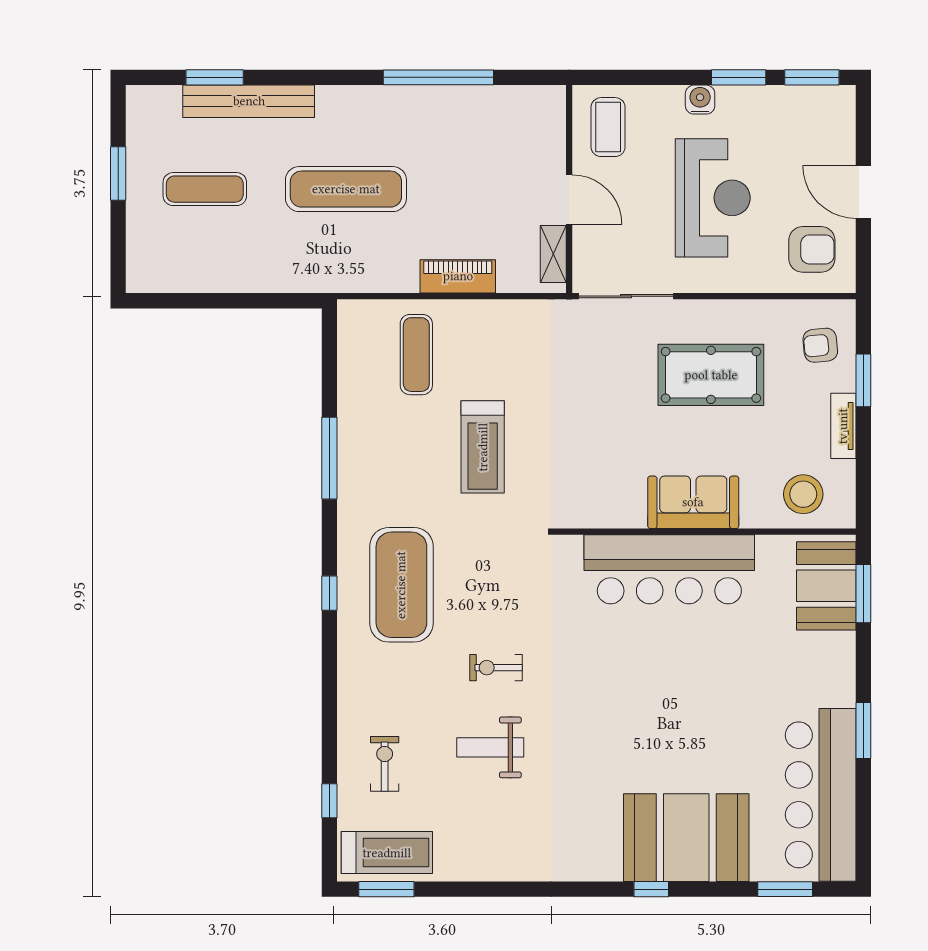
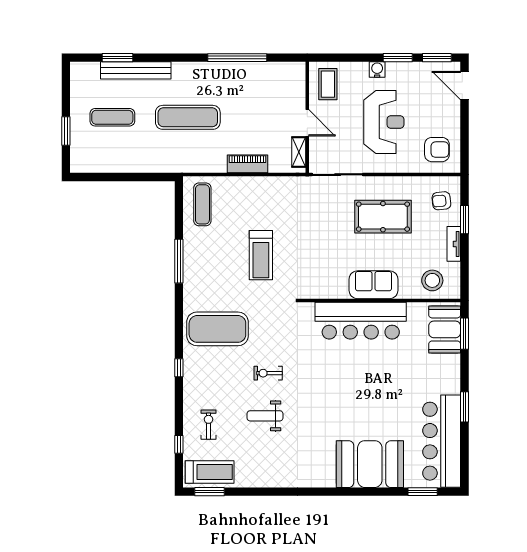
window: (118, 173) -> (66, 131), moved
door: (863, 192) -> (464, 85), moved
exercise mat: (416, 355) -> (202, 204), moved
exercise mat: (401, 585) -> (217, 329), turned 90
window: (329, 593) -> (179, 368), moved
window: (651, 889) -> (351, 492), removed

